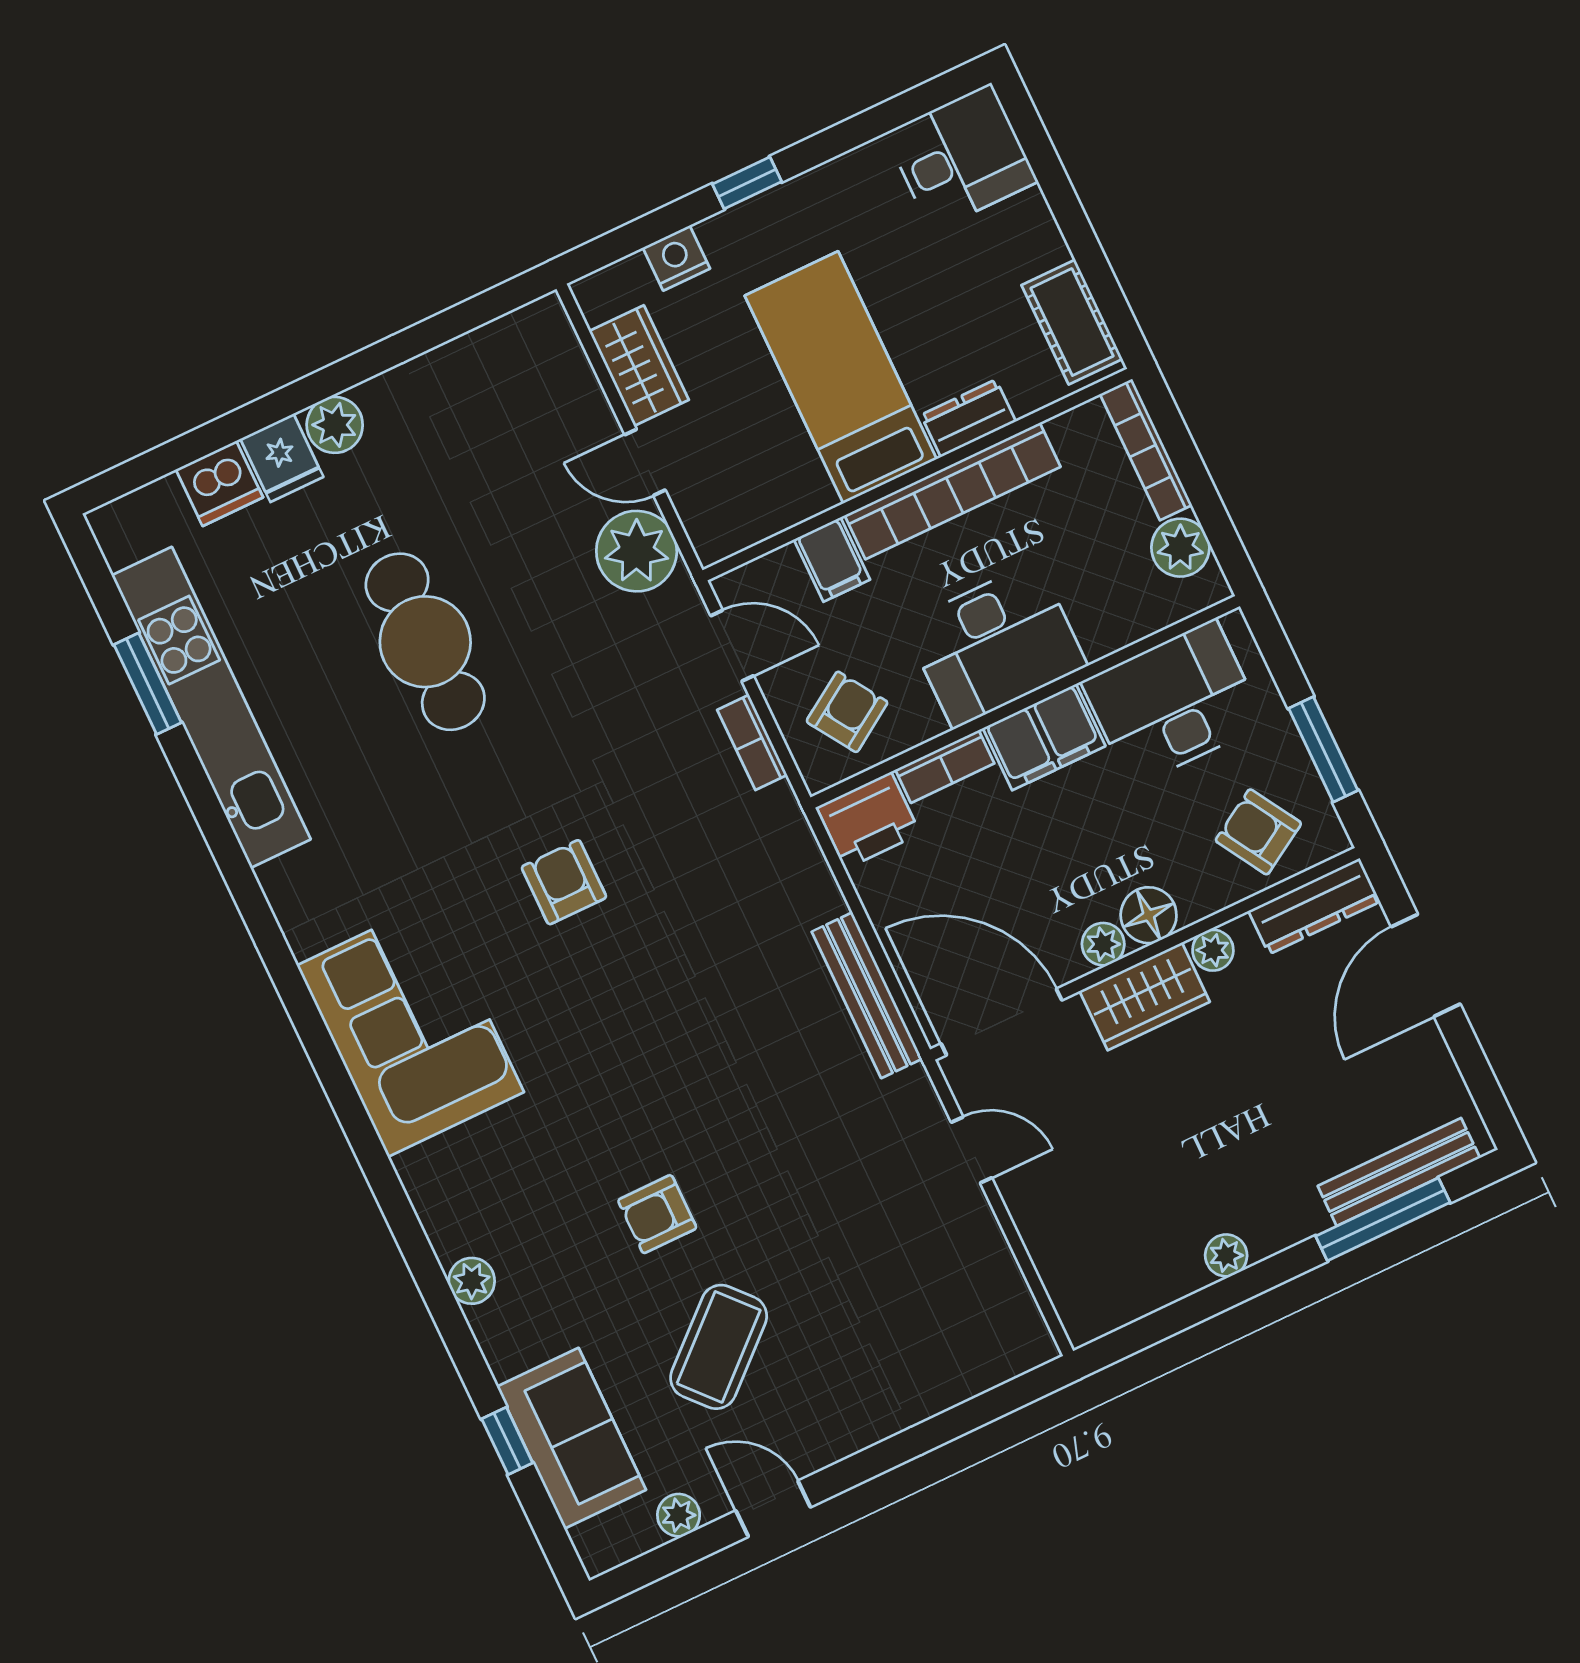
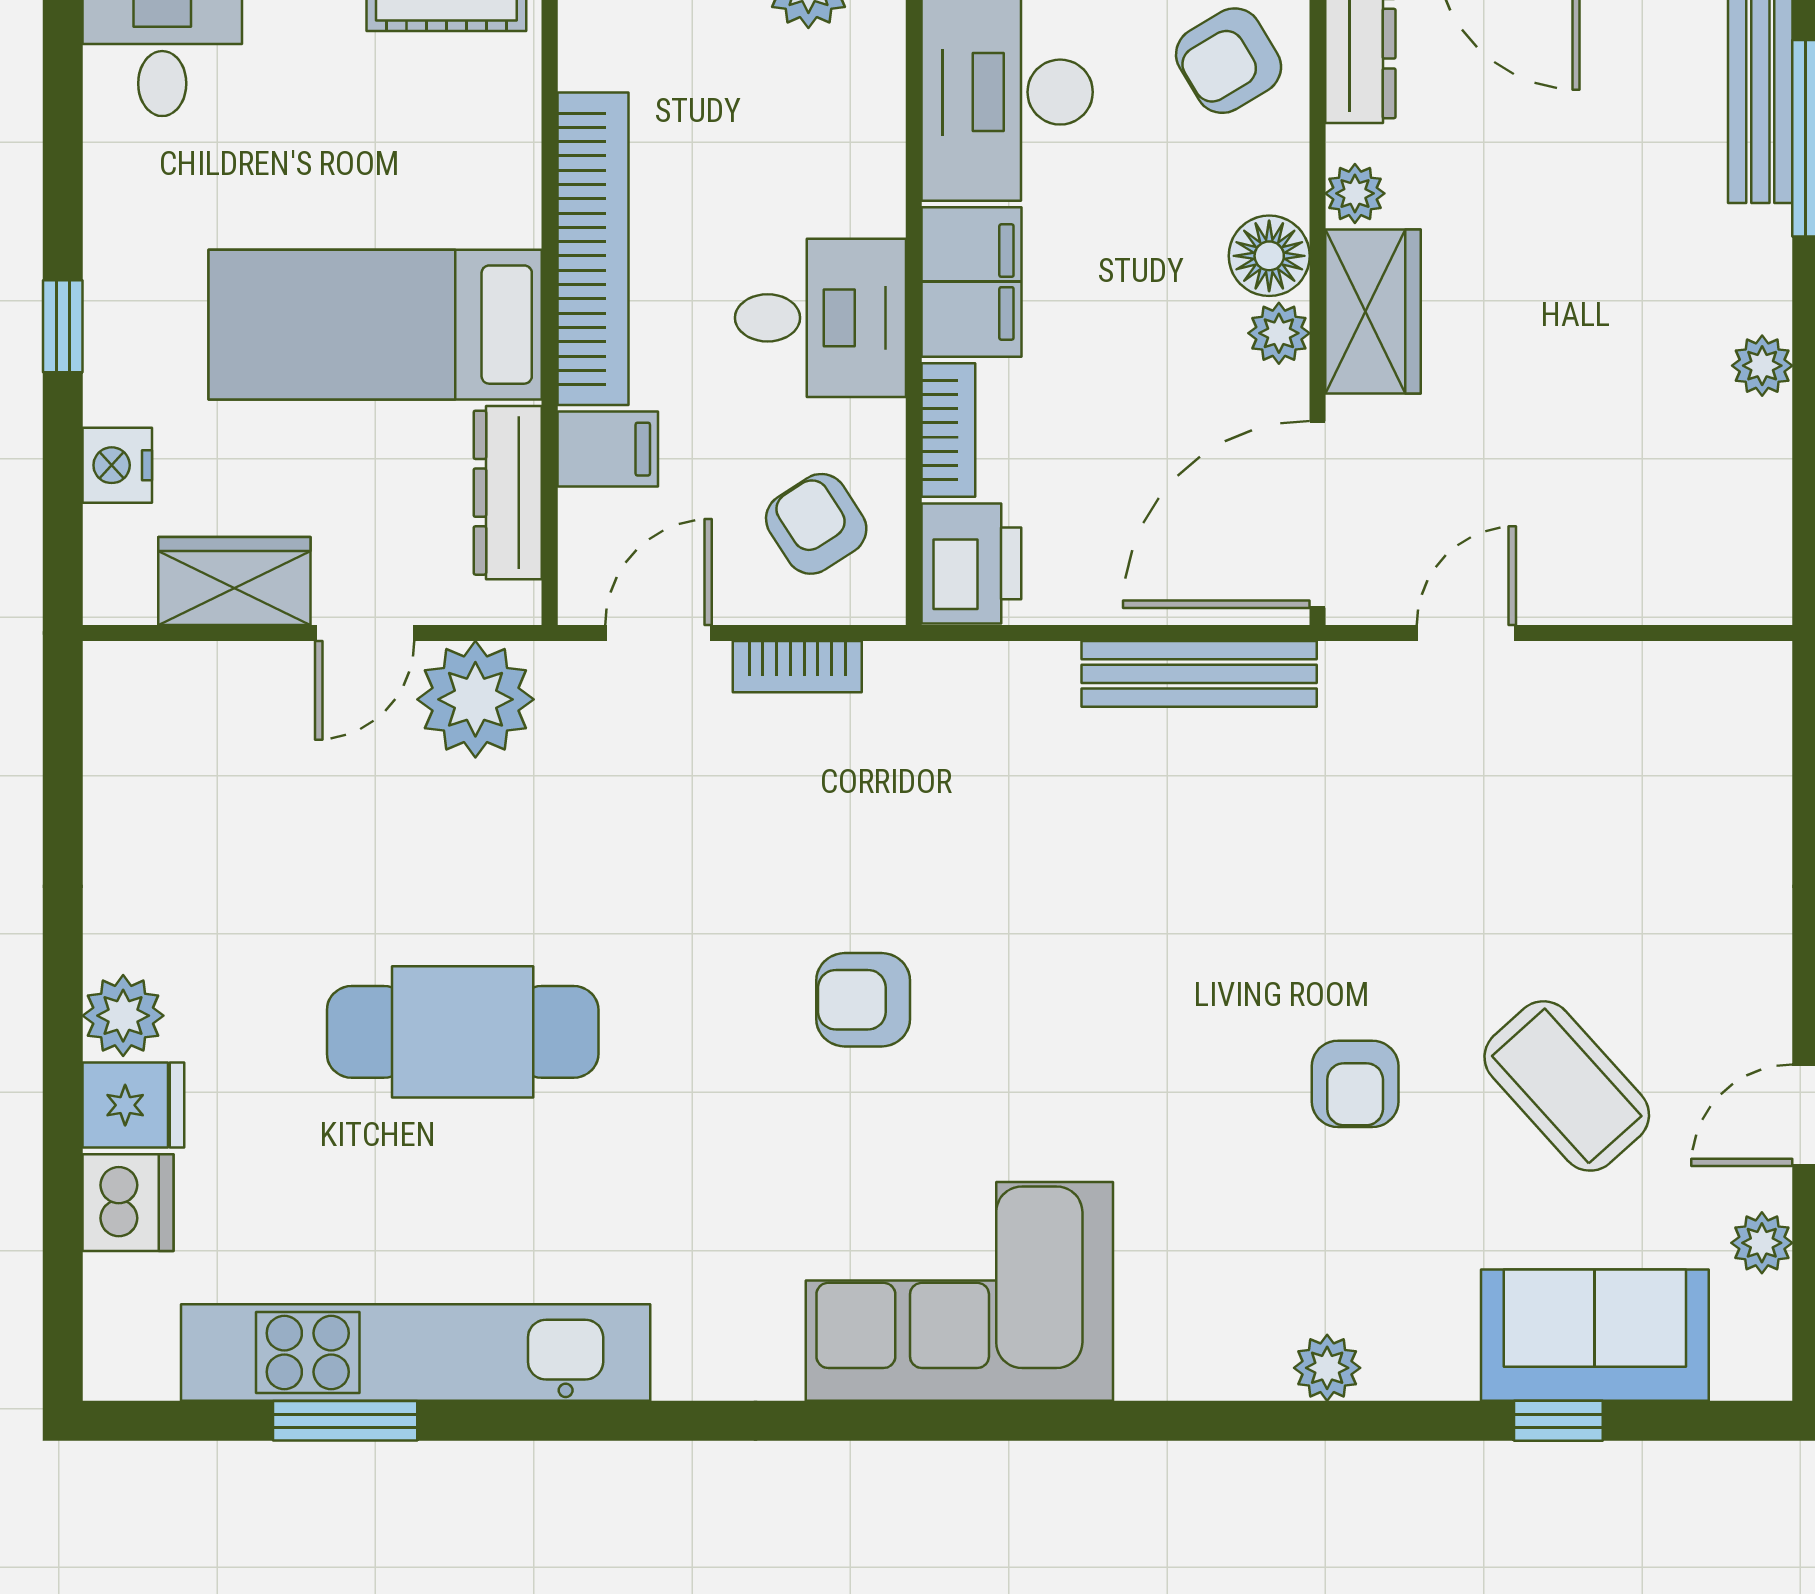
dresser: (968, 418) -> (508, 493), moved, width x1.44
desk: (995, 645) -> (820, 318), width x0.73

